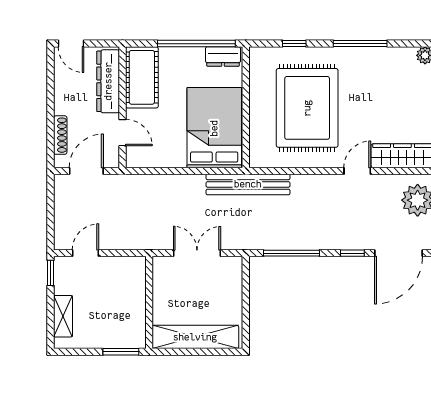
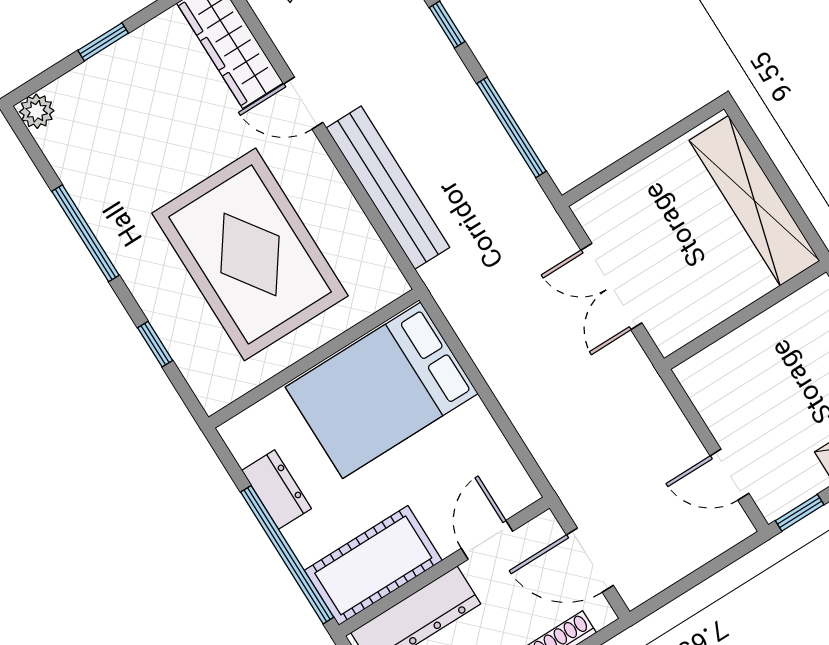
window: (196, 44) -> (287, 555), moved
dresser: (223, 56) -> (277, 490), moved
rug: (307, 108) -> (250, 254), turned 90
bench: (248, 184) -> (388, 188), moved

